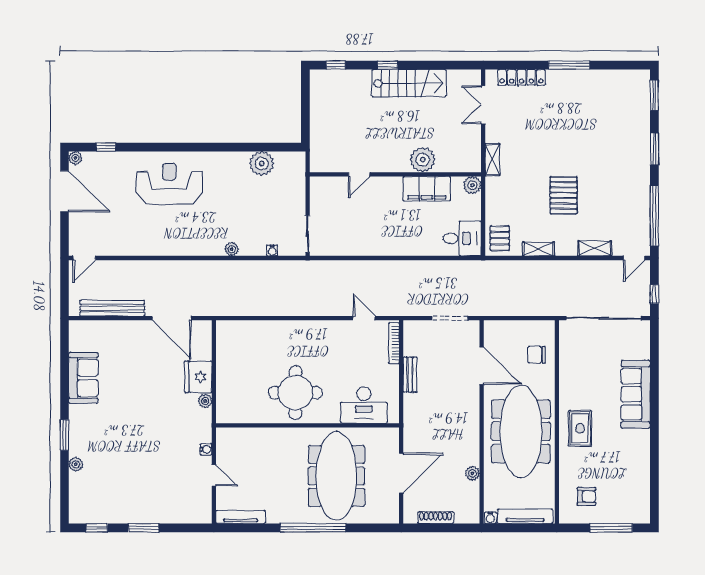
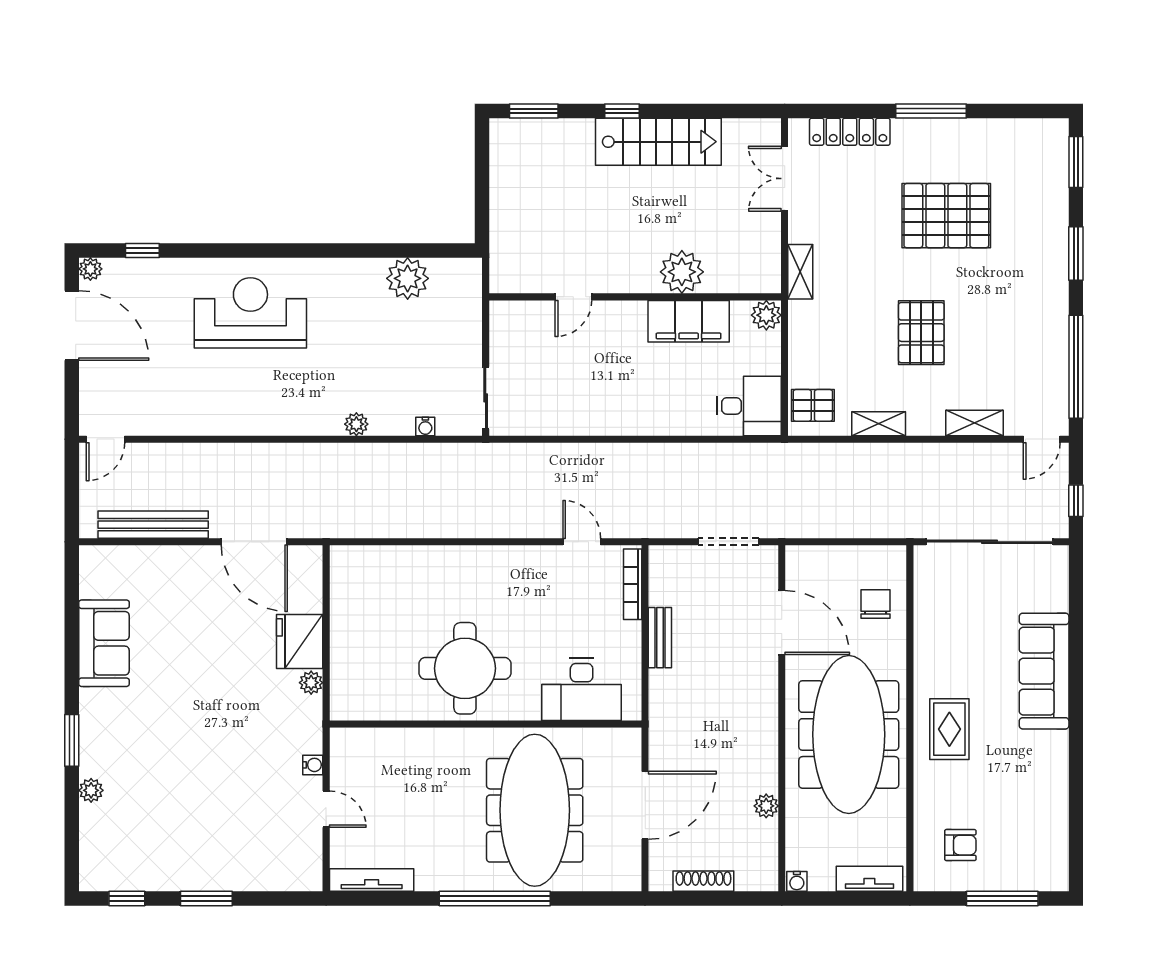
window: (336, 65) -> (534, 111), width x1.50
pallet: (578, 127) -> (946, 216), added
pallet: (500, 238) -> (813, 405), turned 90
chair: (537, 355) -> (875, 604), turned 90
tv unit: (525, 516) -> (869, 879), width x0.71

